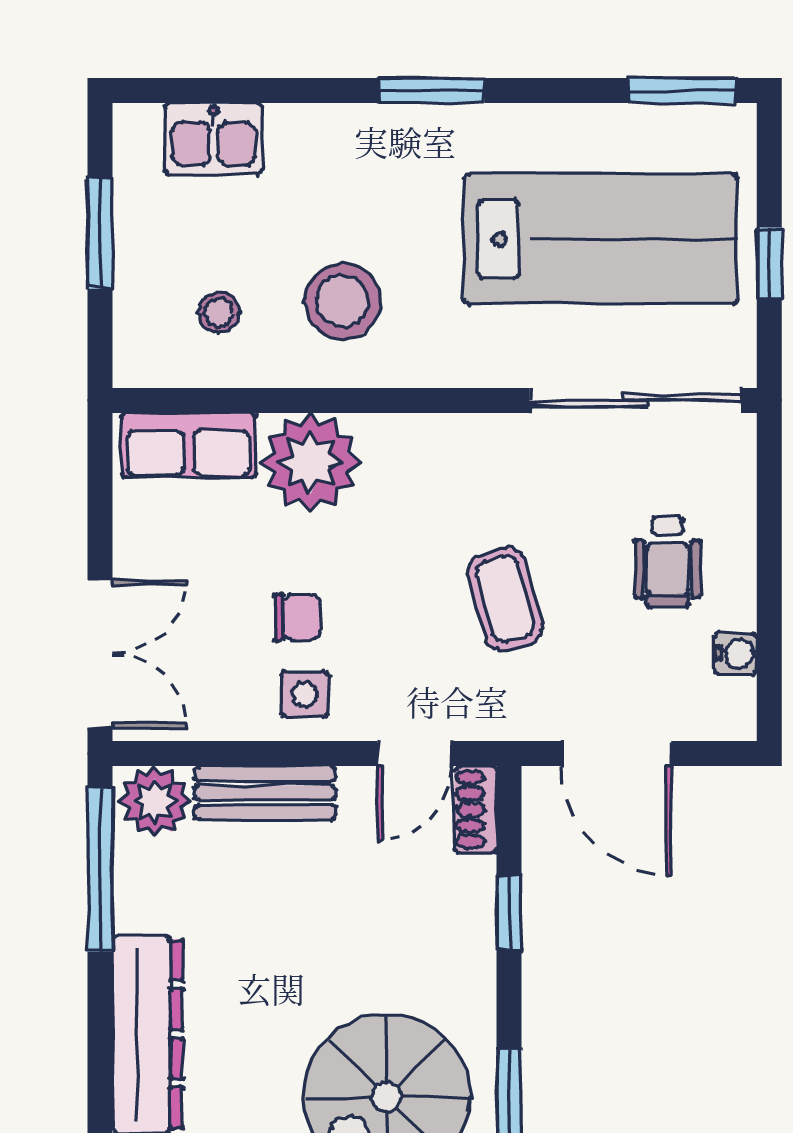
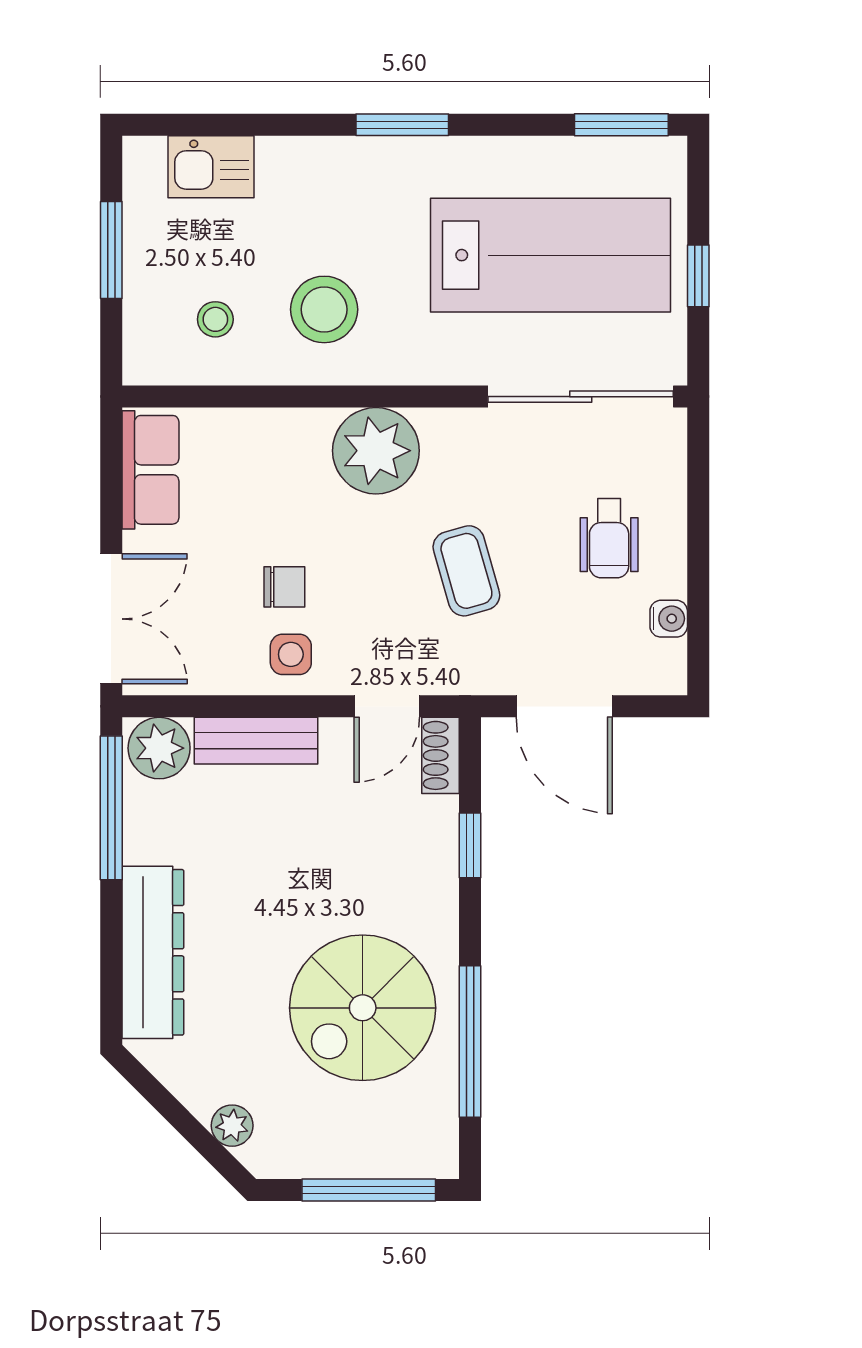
row of seats: (189, 445) -> (150, 470), moved, turned -90
plant: (310, 462) -> (376, 451), moved

